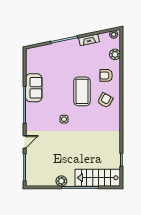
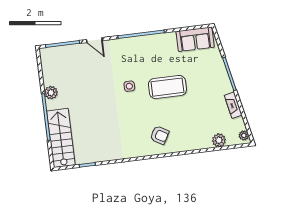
armchair: (106, 75) -> (191, 132), removed
sofa: (34, 88) -> (195, 39), moved
coffee table: (82, 91) -> (167, 87), moved

